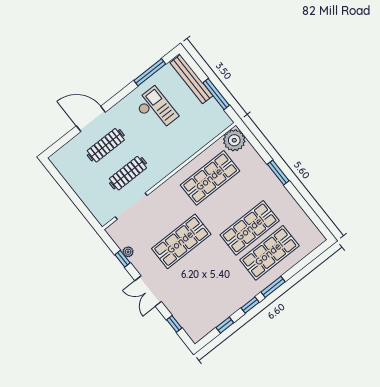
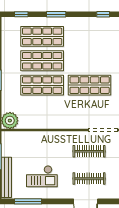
checkout: (156, 109) -> (42, 176), turned -90
shop shelf: (210, 178) -> (42, 85), moved
window: (250, 305) -> (21, 14), moved

